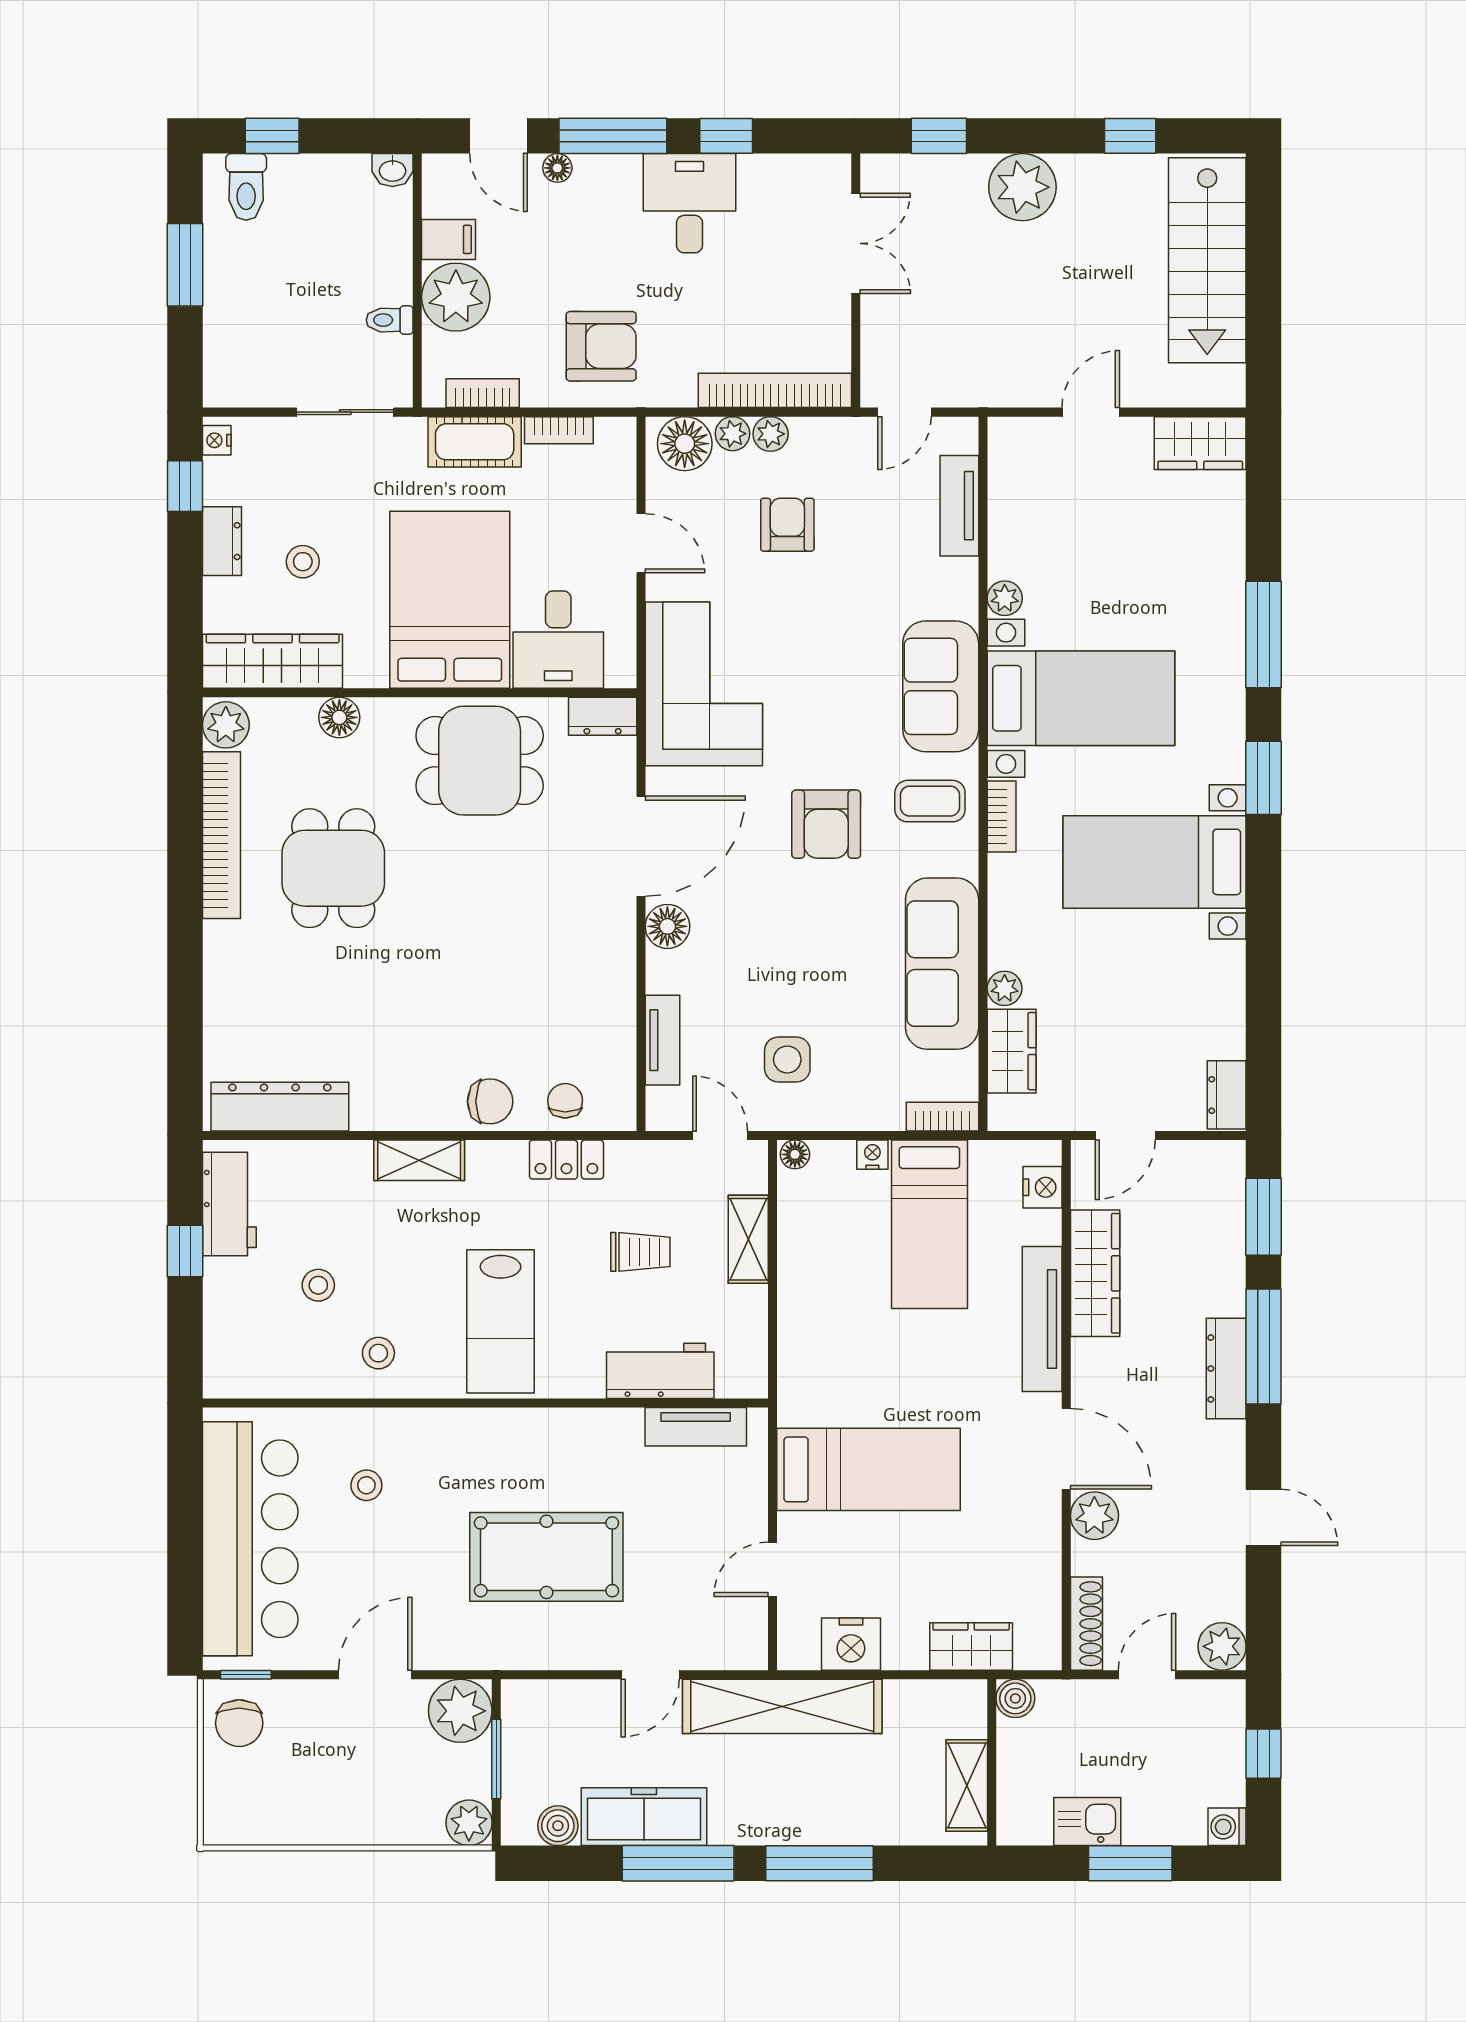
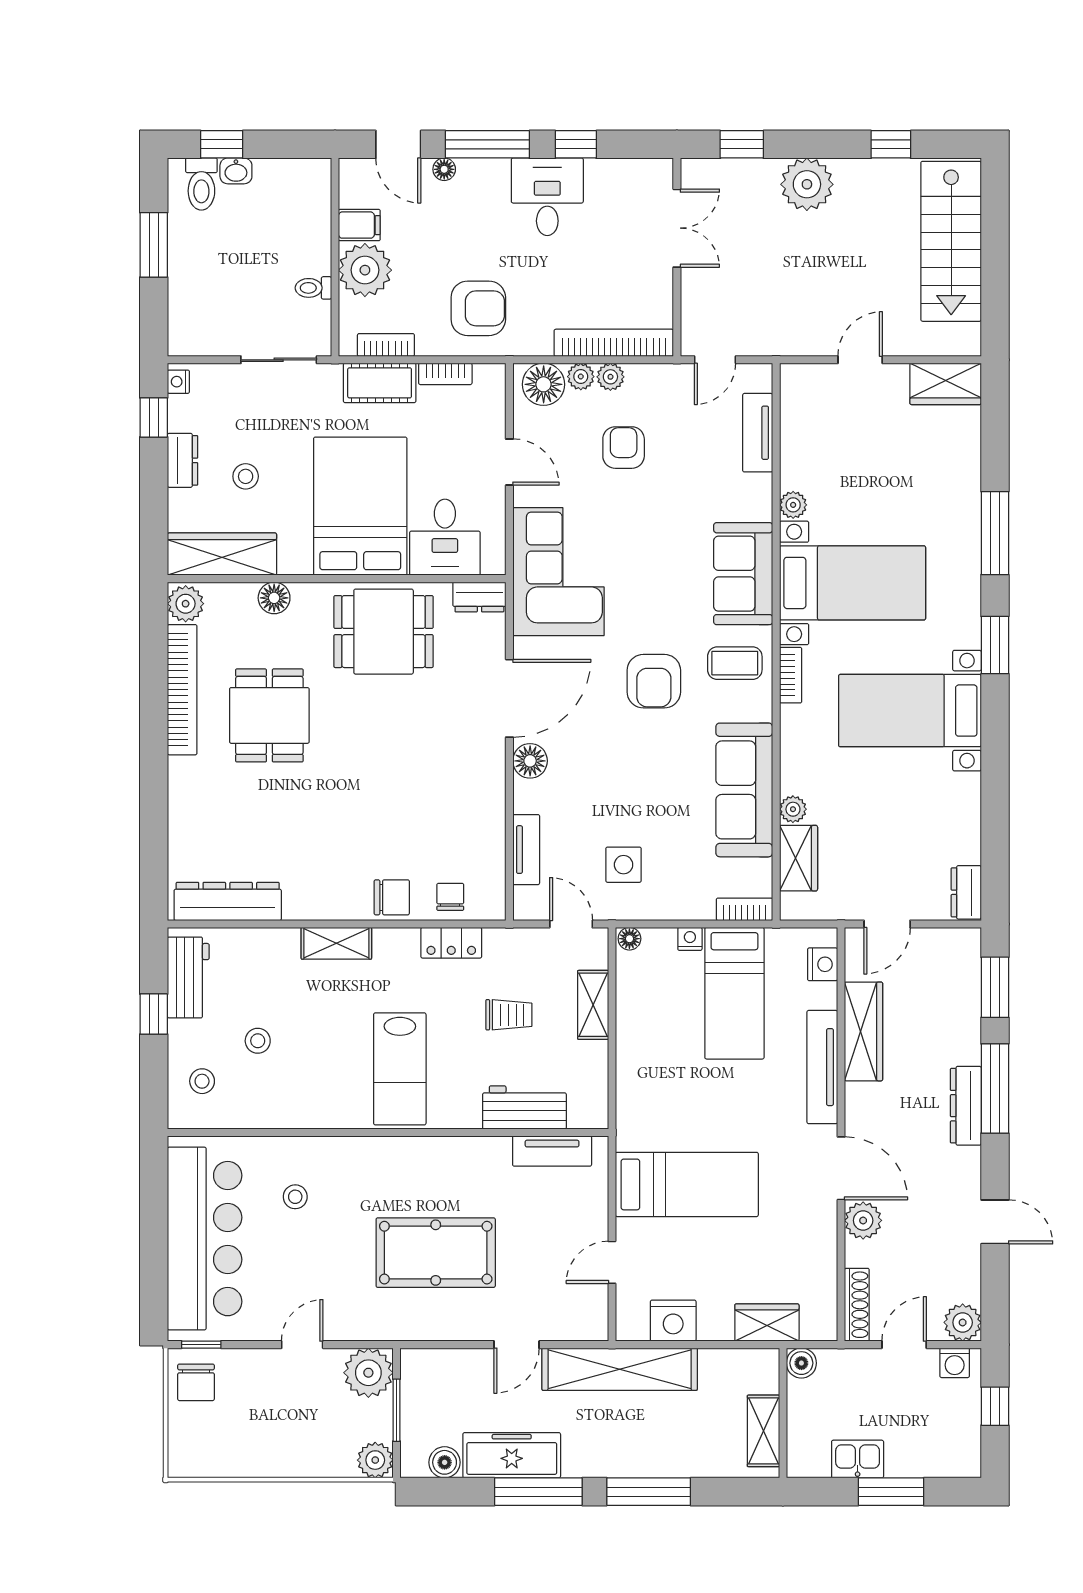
washbasin: (392, 170) -> (236, 171), moved
stool: (378, 1353) -> (202, 1081), moved
door: (375, 1675) -> (302, 1345), width x0.73
washing machine: (1227, 1827) -> (955, 1363), moved, turned -90

